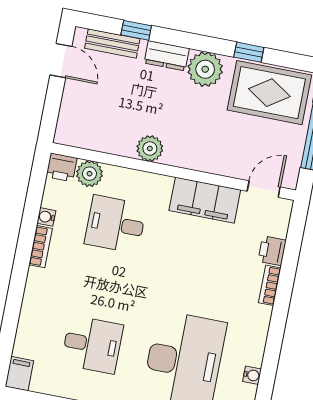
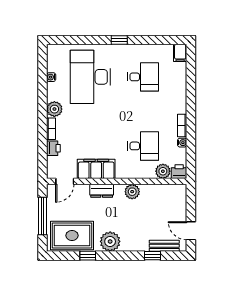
dresser: (167, 56) -> (102, 191), moved, turned 180
plant: (257, 318) -> (54, 109), added
desk: (92, 344) -> (143, 77), turned 180

